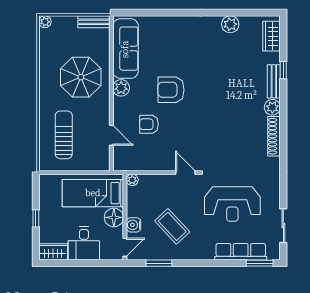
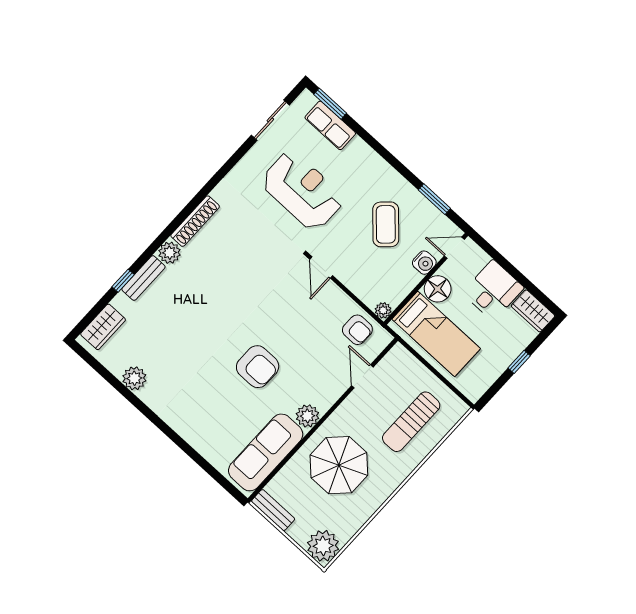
plant: (45, 22) -> (323, 546), width x1.87, depth x1.87
armchair: (149, 124) -> (357, 330), moved
row of seats: (241, 252) -> (330, 125), width x0.68

